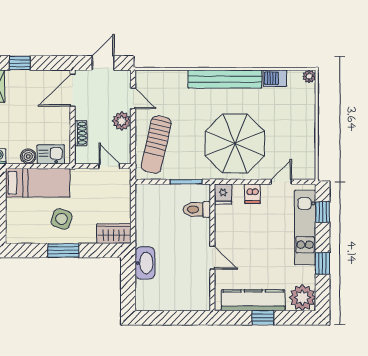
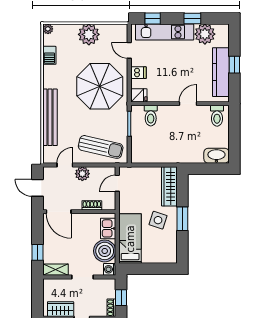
bench: (225, 79) -> (50, 117), moved
plant: (302, 129) -> (89, 34), added
boiler: (28, 156) -> (105, 251), width x1.86, depth x1.86
wardrobe: (114, 234) -> (169, 186), width x1.50
washbasin: (145, 263) -> (216, 156), moved
toilet: (197, 295) -> (217, 116), added
plant: (302, 298) -> (205, 34), moved

